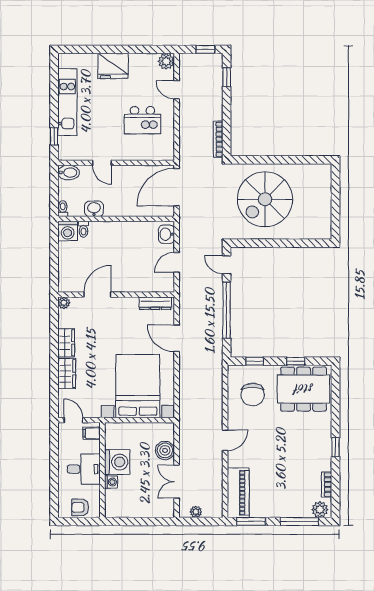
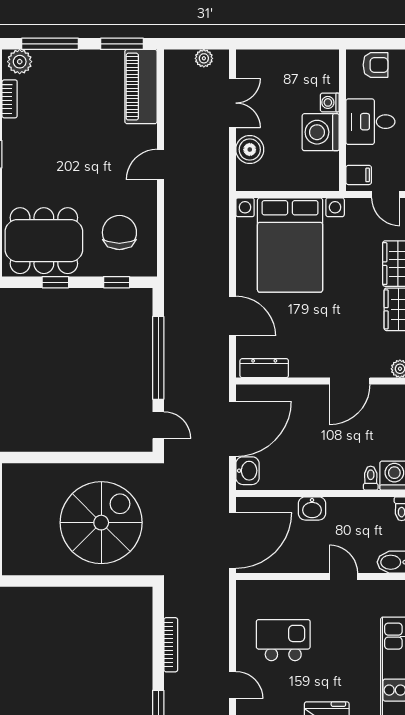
bookcase: (218, 139) -> (171, 645), moved
washbasin: (94, 209) -> (312, 508), moved
door: (177, 262) -> (232, 429), width x1.88

